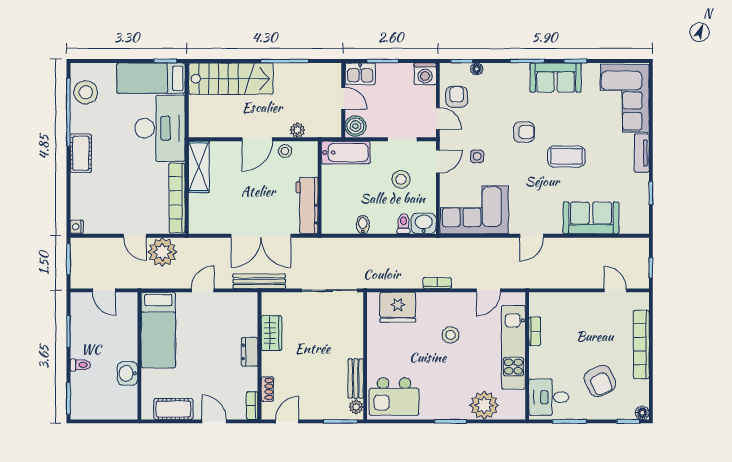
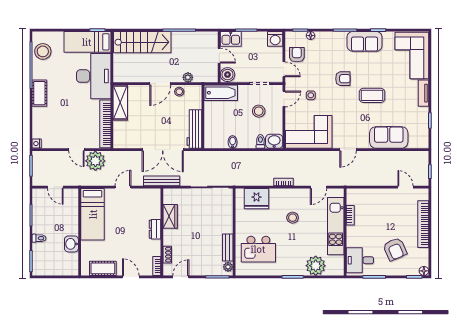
kitchen island: (394, 396) -> (258, 249), moved

